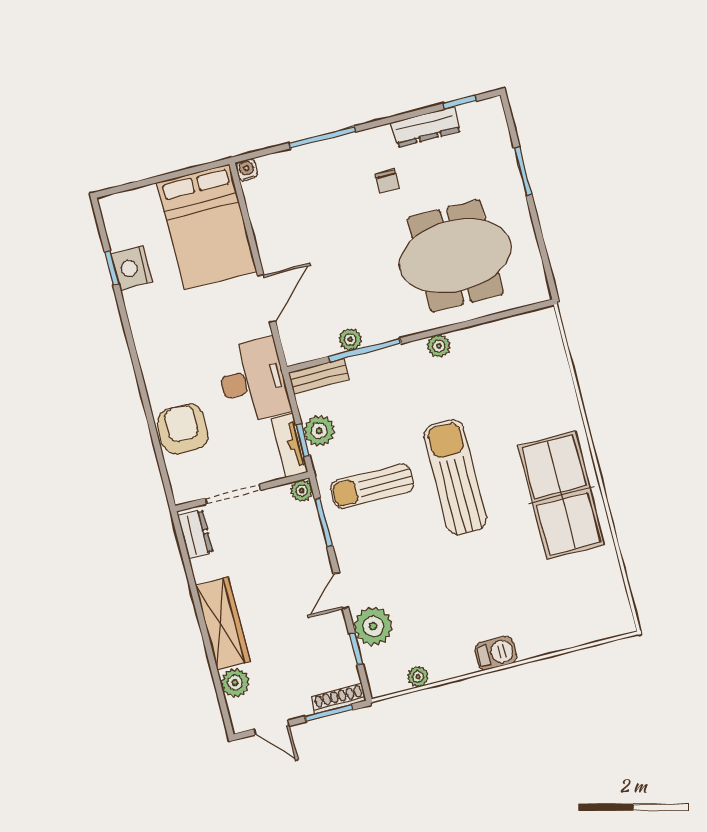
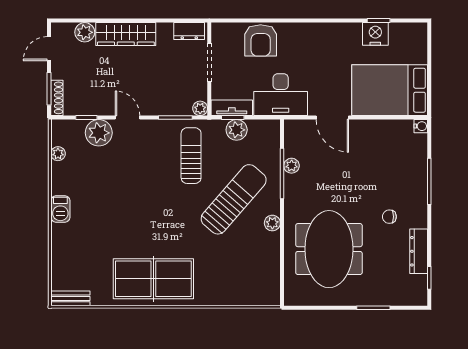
bench: (319, 376) -> (70, 298), moved, turned 90
armchair: (183, 429) -> (261, 40), turned 90
sun lounger: (455, 477) -> (234, 199), moved, turned -49

